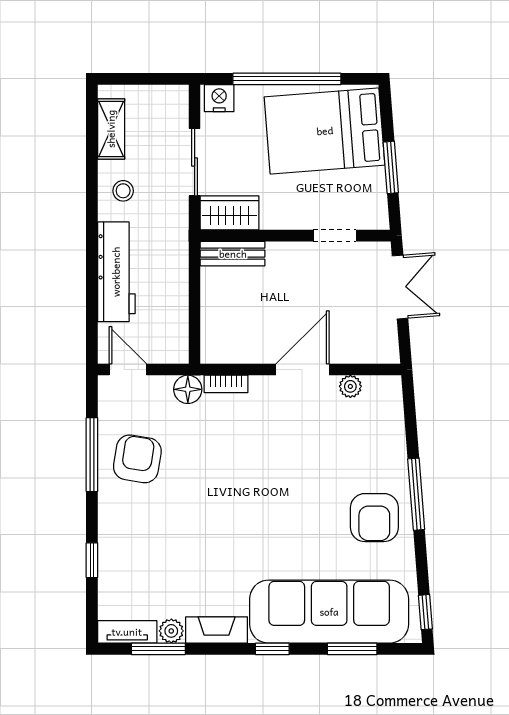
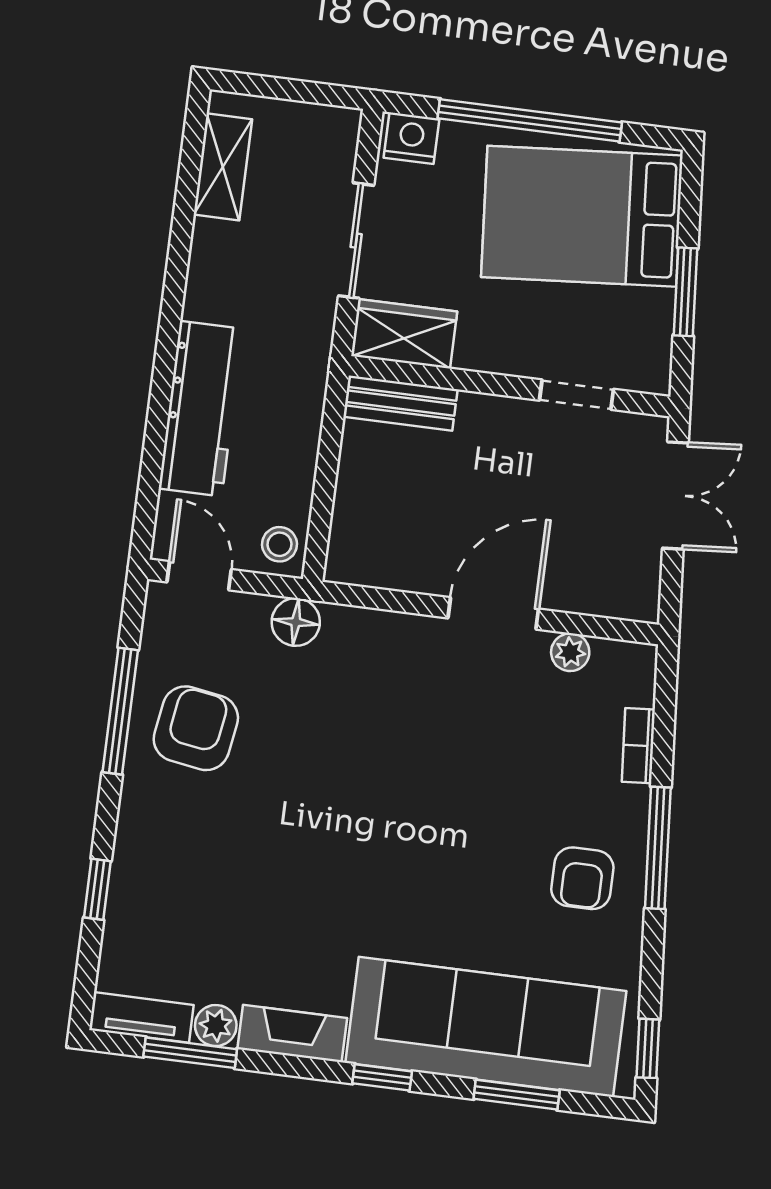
stool: (123, 191) -> (279, 544), moved
bookcase: (226, 384) -> (638, 746), moved, turned 86
armchair: (374, 518) -> (582, 878), width x0.72, depth x0.72

